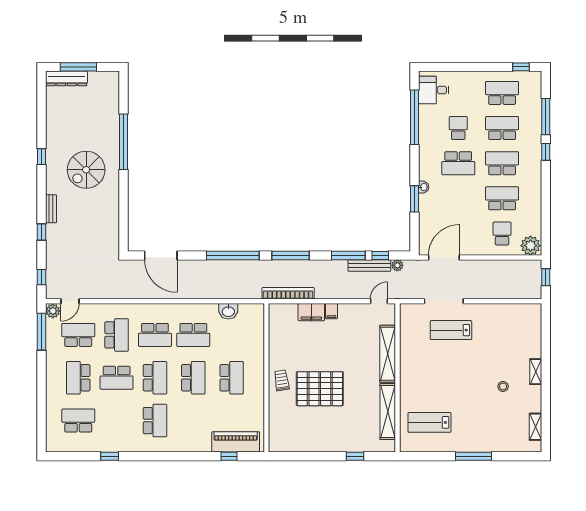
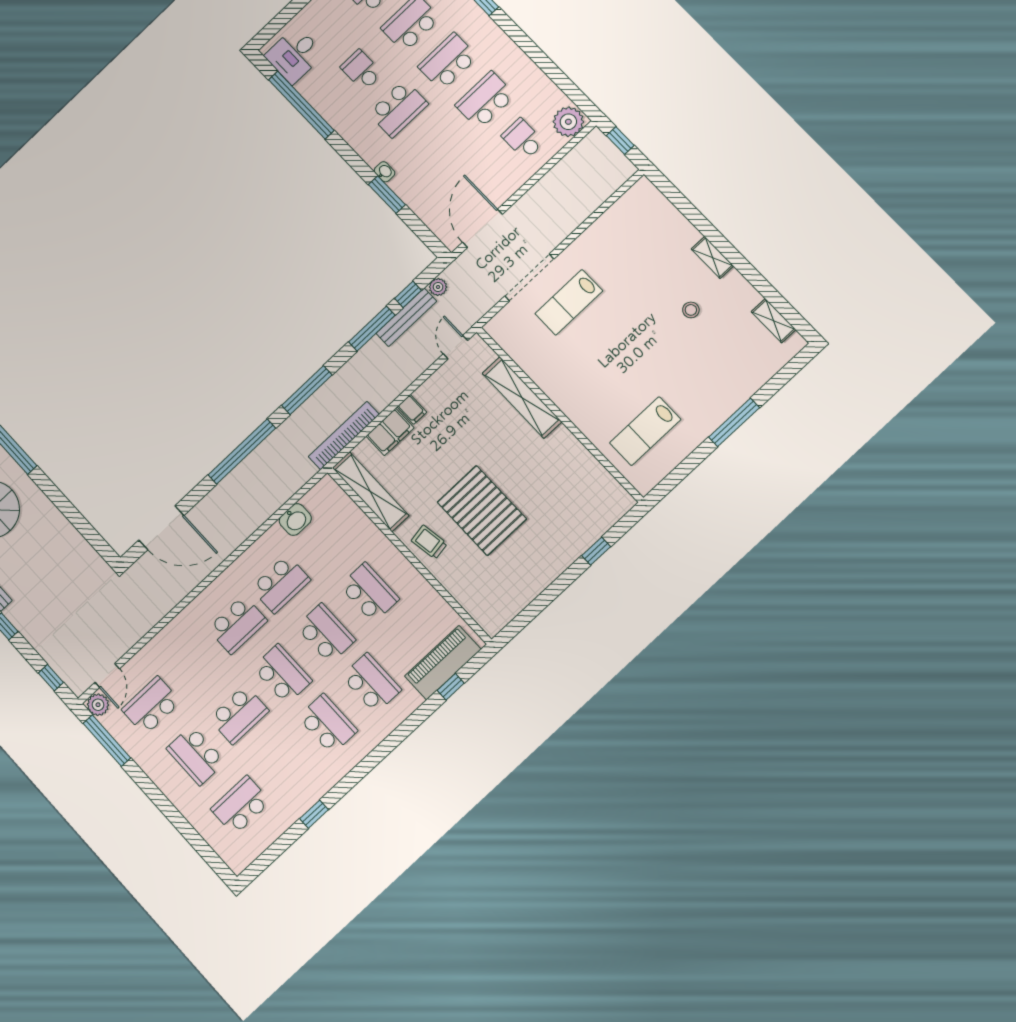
school desk: (117, 335) -> (371, 683), moved
pallet: (320, 389) -> (482, 511), turned 90
shelving: (388, 412) -> (371, 492), moved

